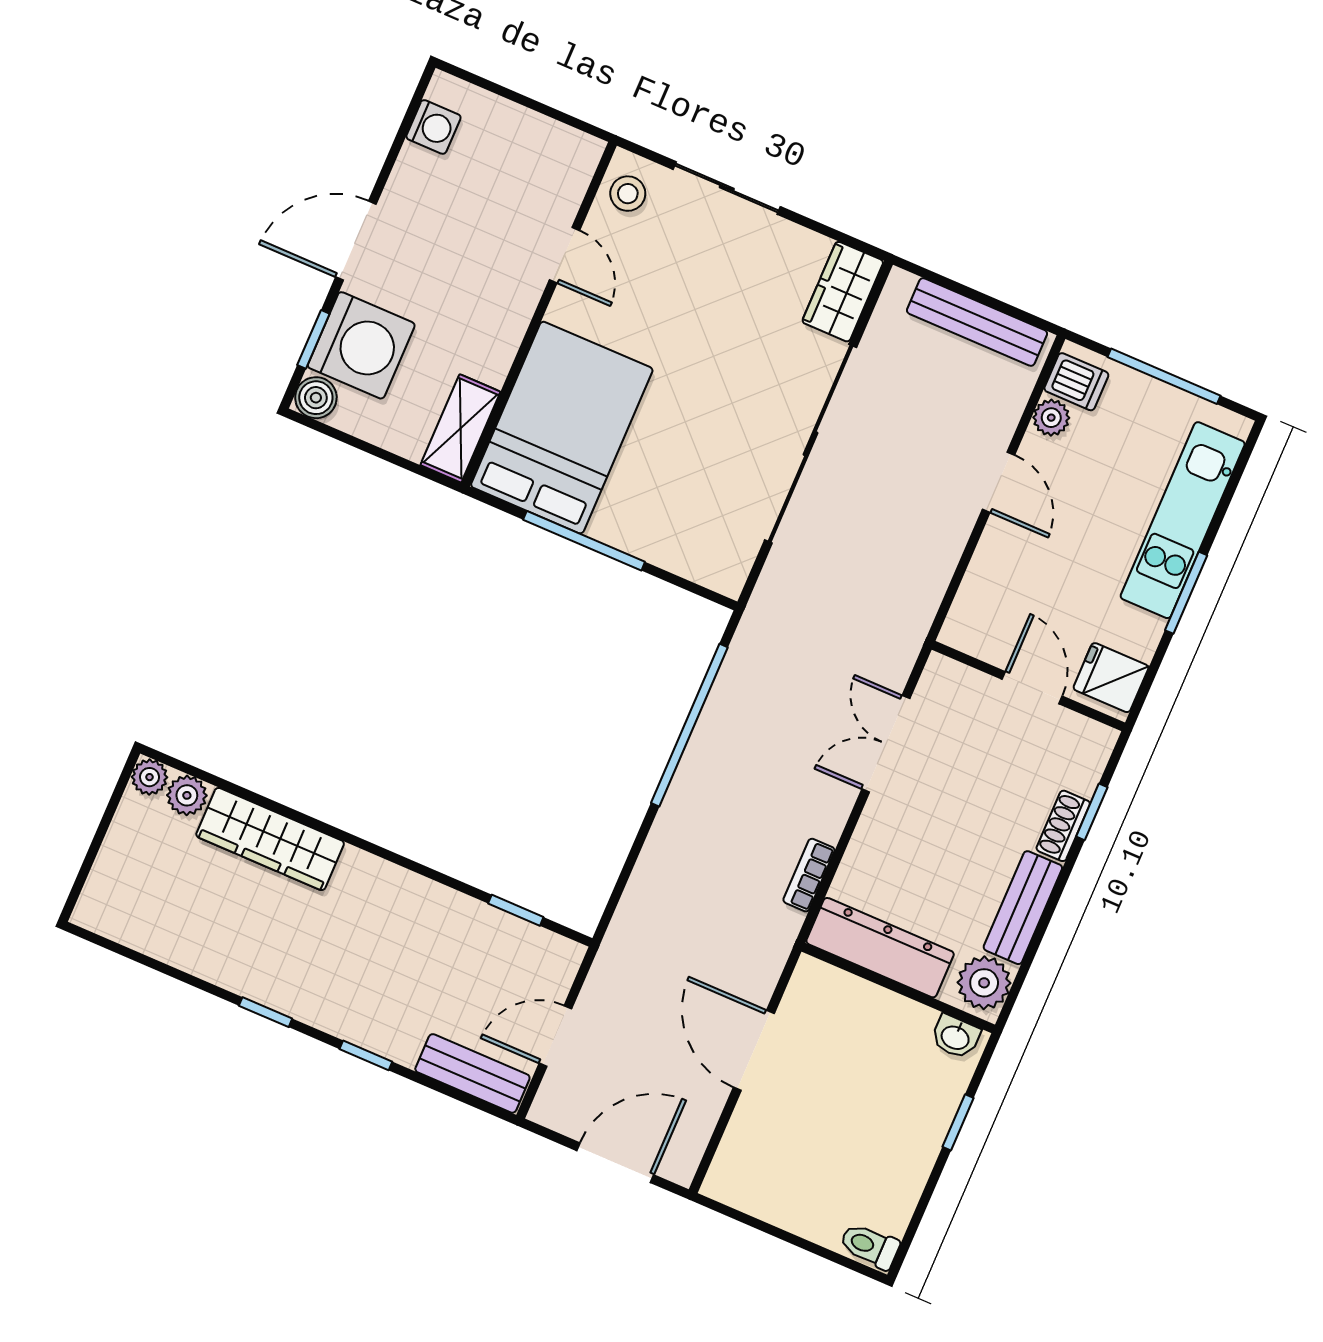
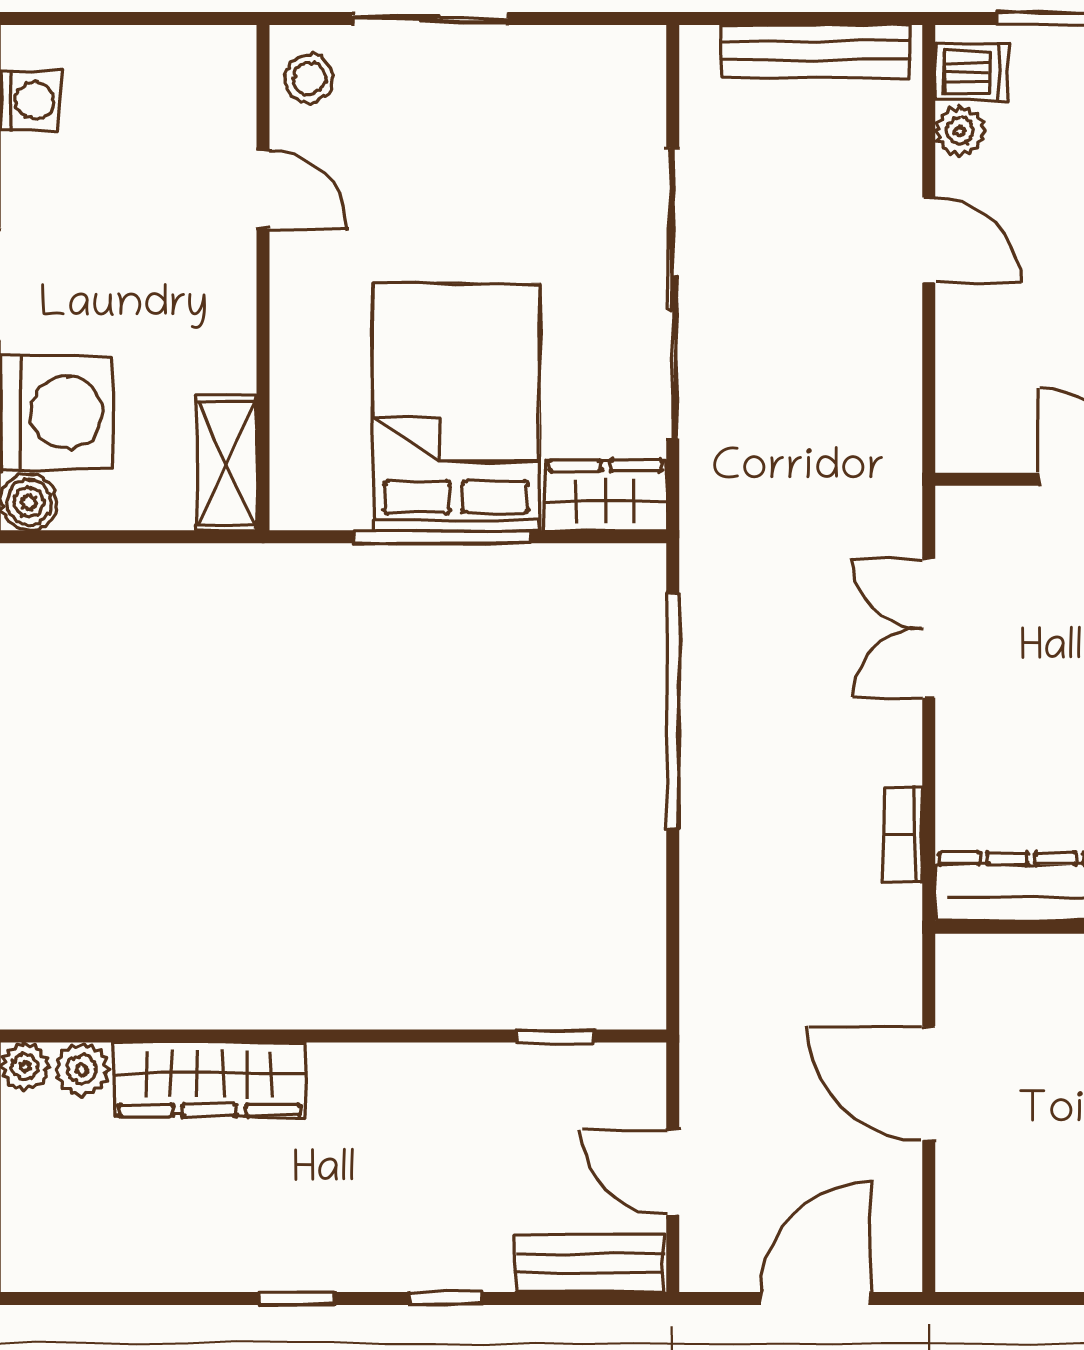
wardrobe: (843, 292) -> (606, 495), moved, turned 90
bed: (562, 428) -> (457, 407), moved
door: (555, 1036) -> (673, 1172), hinge flipped

